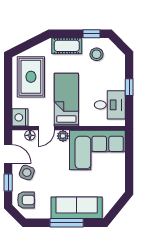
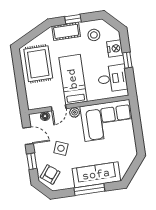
window: (92, 34) -> (73, 19), moved
nightstand: (20, 117) -> (115, 48), moved, turned 180
side table: (27, 173) -> (61, 148), moved
armchair: (26, 200) -> (50, 174), turned -52

